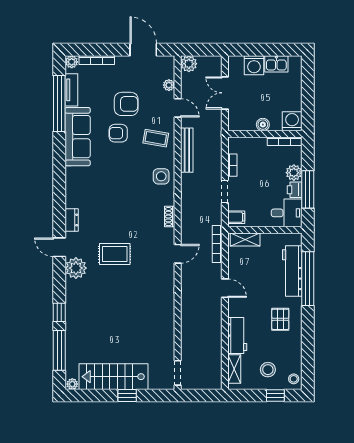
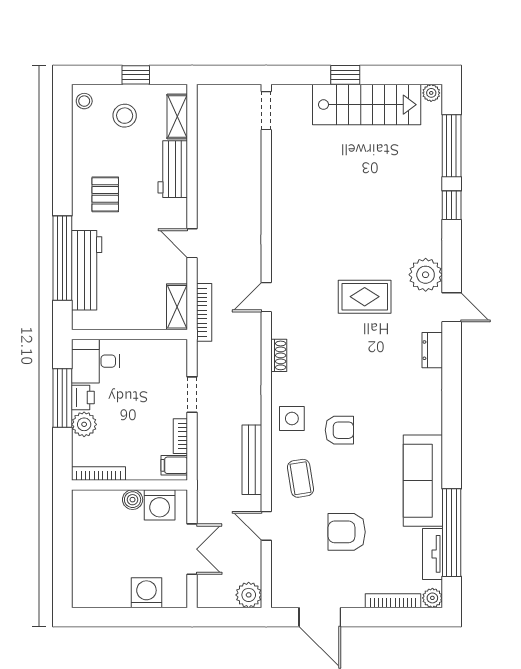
kitchen sink: (276, 64) -> (111, 595), removed
plant: (169, 85) -> (280, 561), removed
washing machine: (292, 121) -> (160, 505), moved
armchair: (118, 133) -> (339, 430), moved
coffee table: (156, 138) -> (300, 478), turned 71
filing cabinet: (236, 217) -> (174, 465), moved
shelving: (245, 240) -> (177, 307), moved, turned 90
window: (275, 396) -> (136, 75), moved

